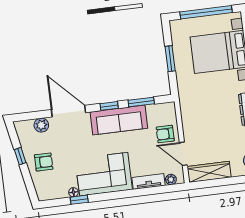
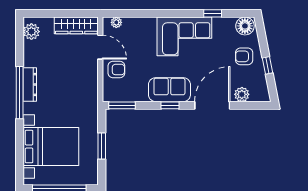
window: (141, 102) -> (122, 105), moved
door: (69, 111) -> (212, 105), swing flipped
sofa: (119, 120) -> (169, 90), width x0.73
tv unit: (149, 181) -> (139, 23), removed
floor lamp: (73, 192) -> (245, 26), moved, width x1.89, depth x1.89

